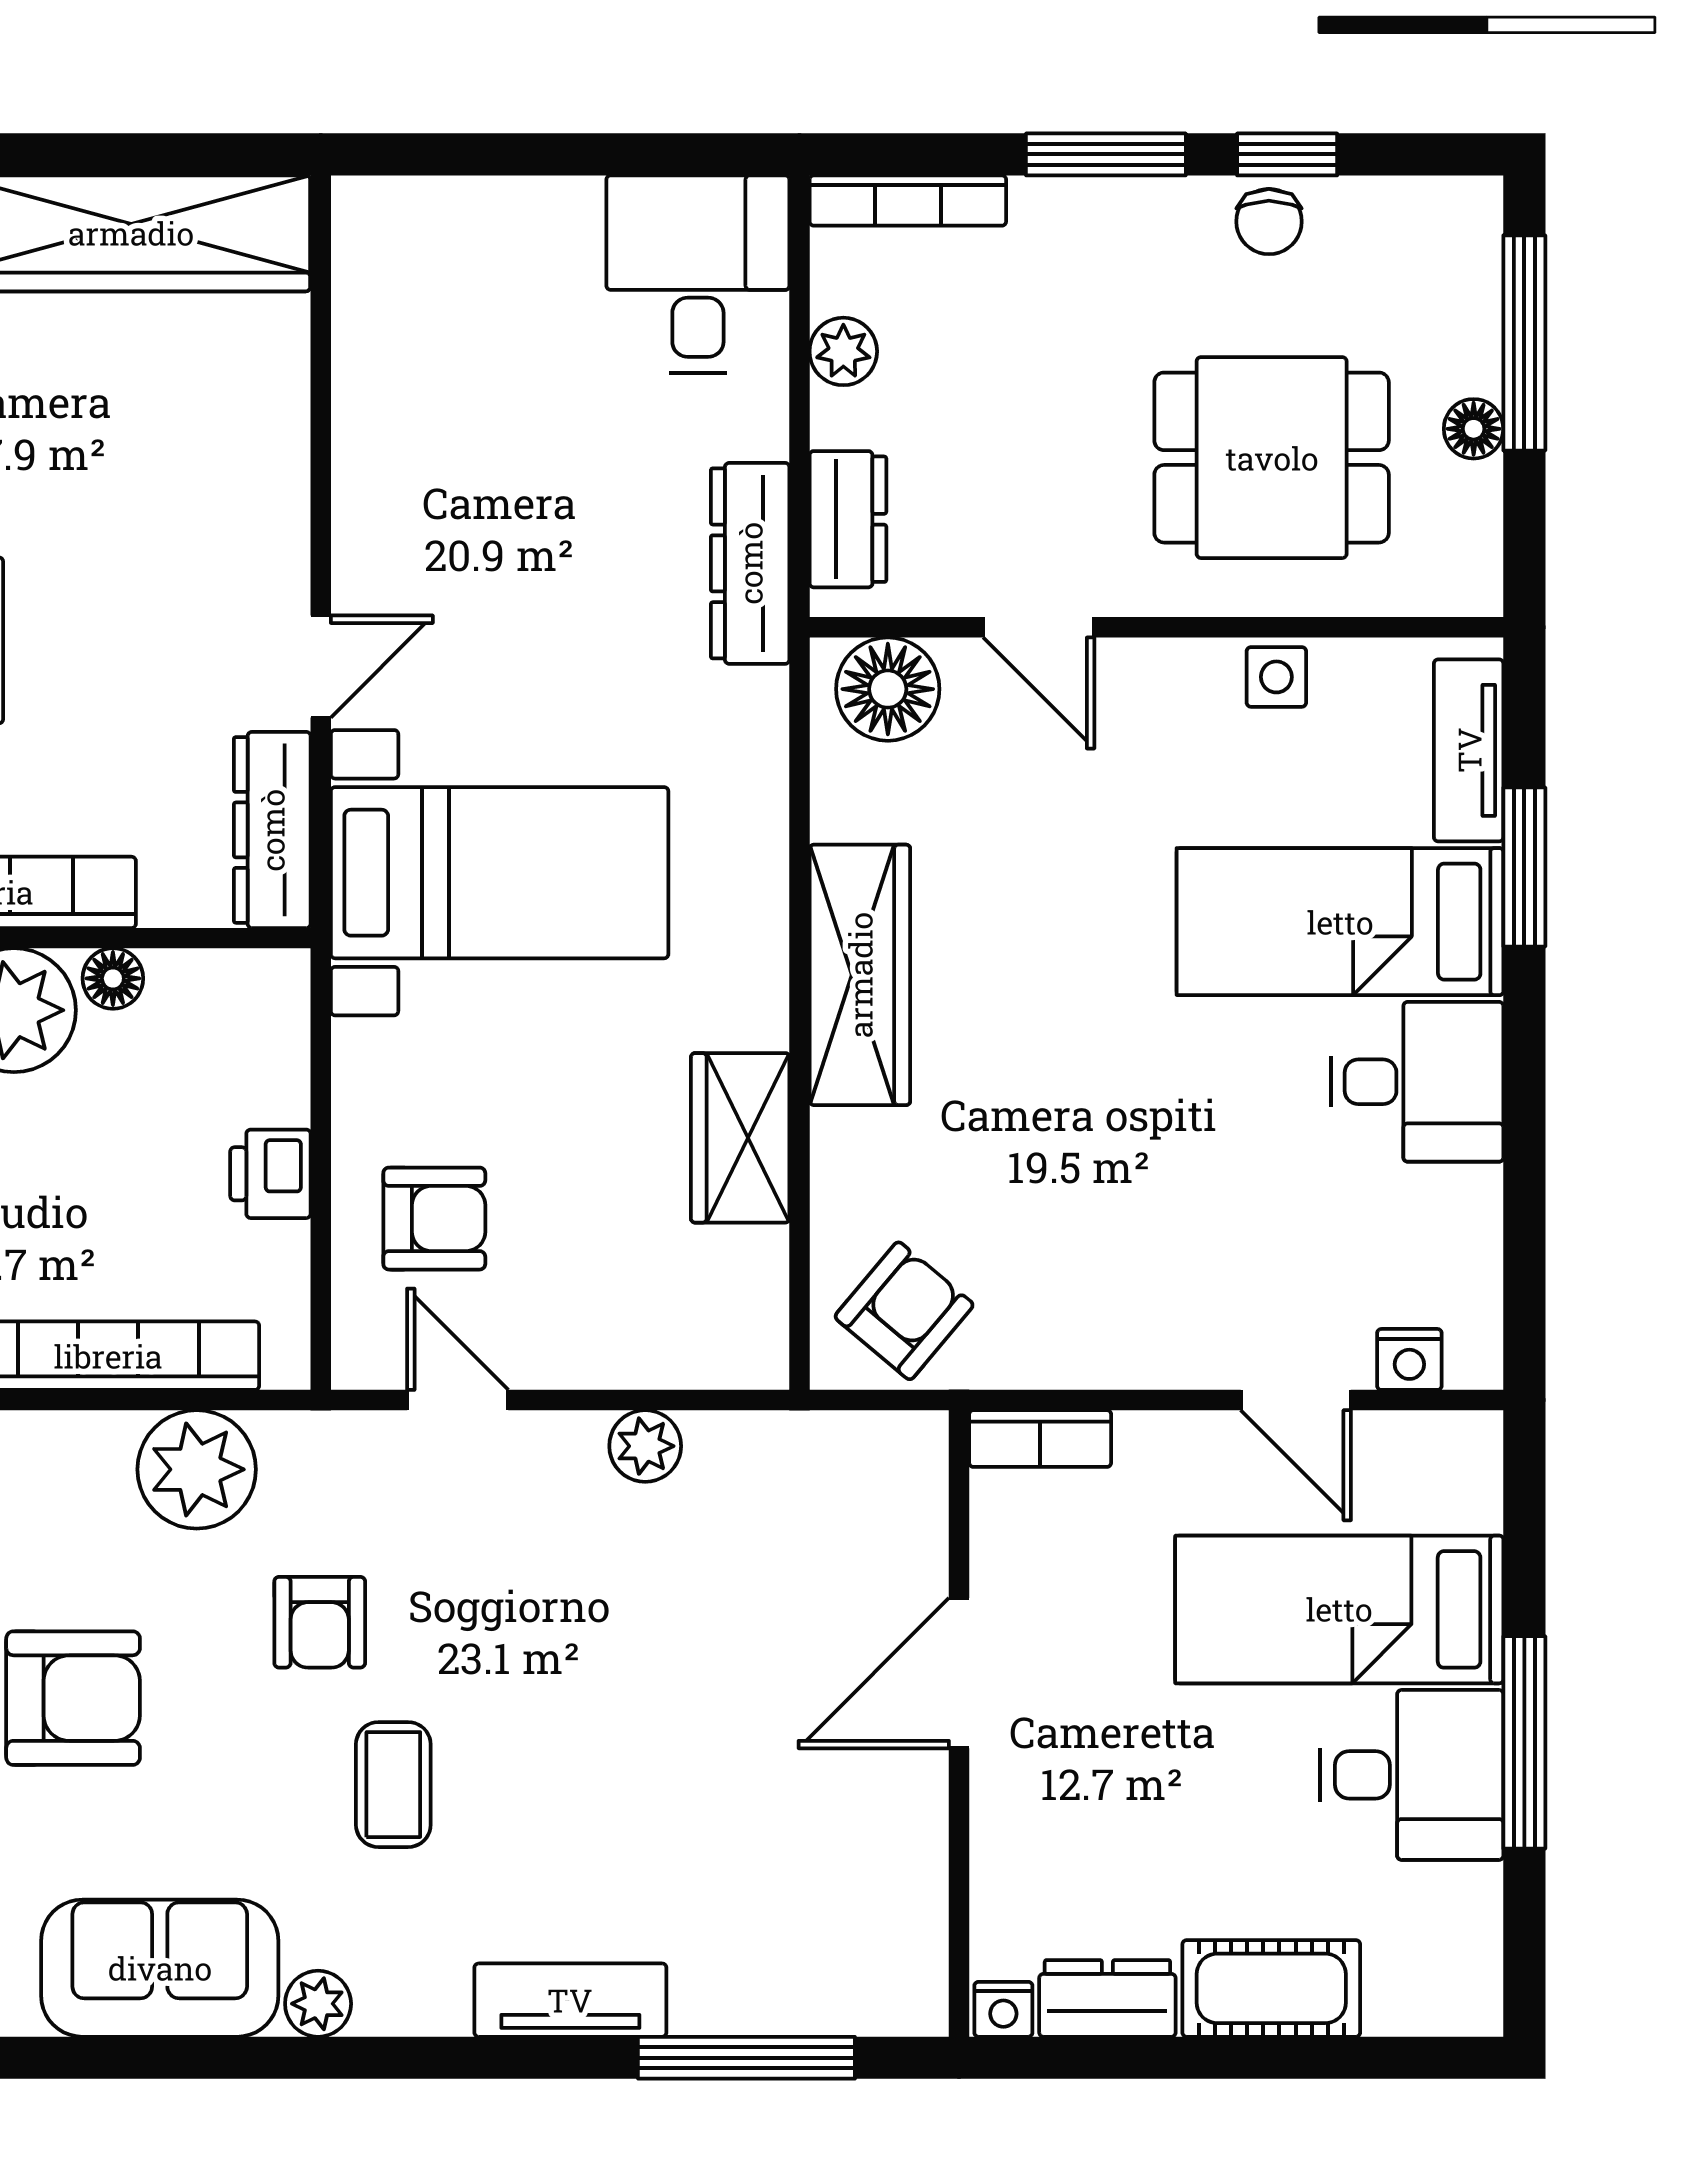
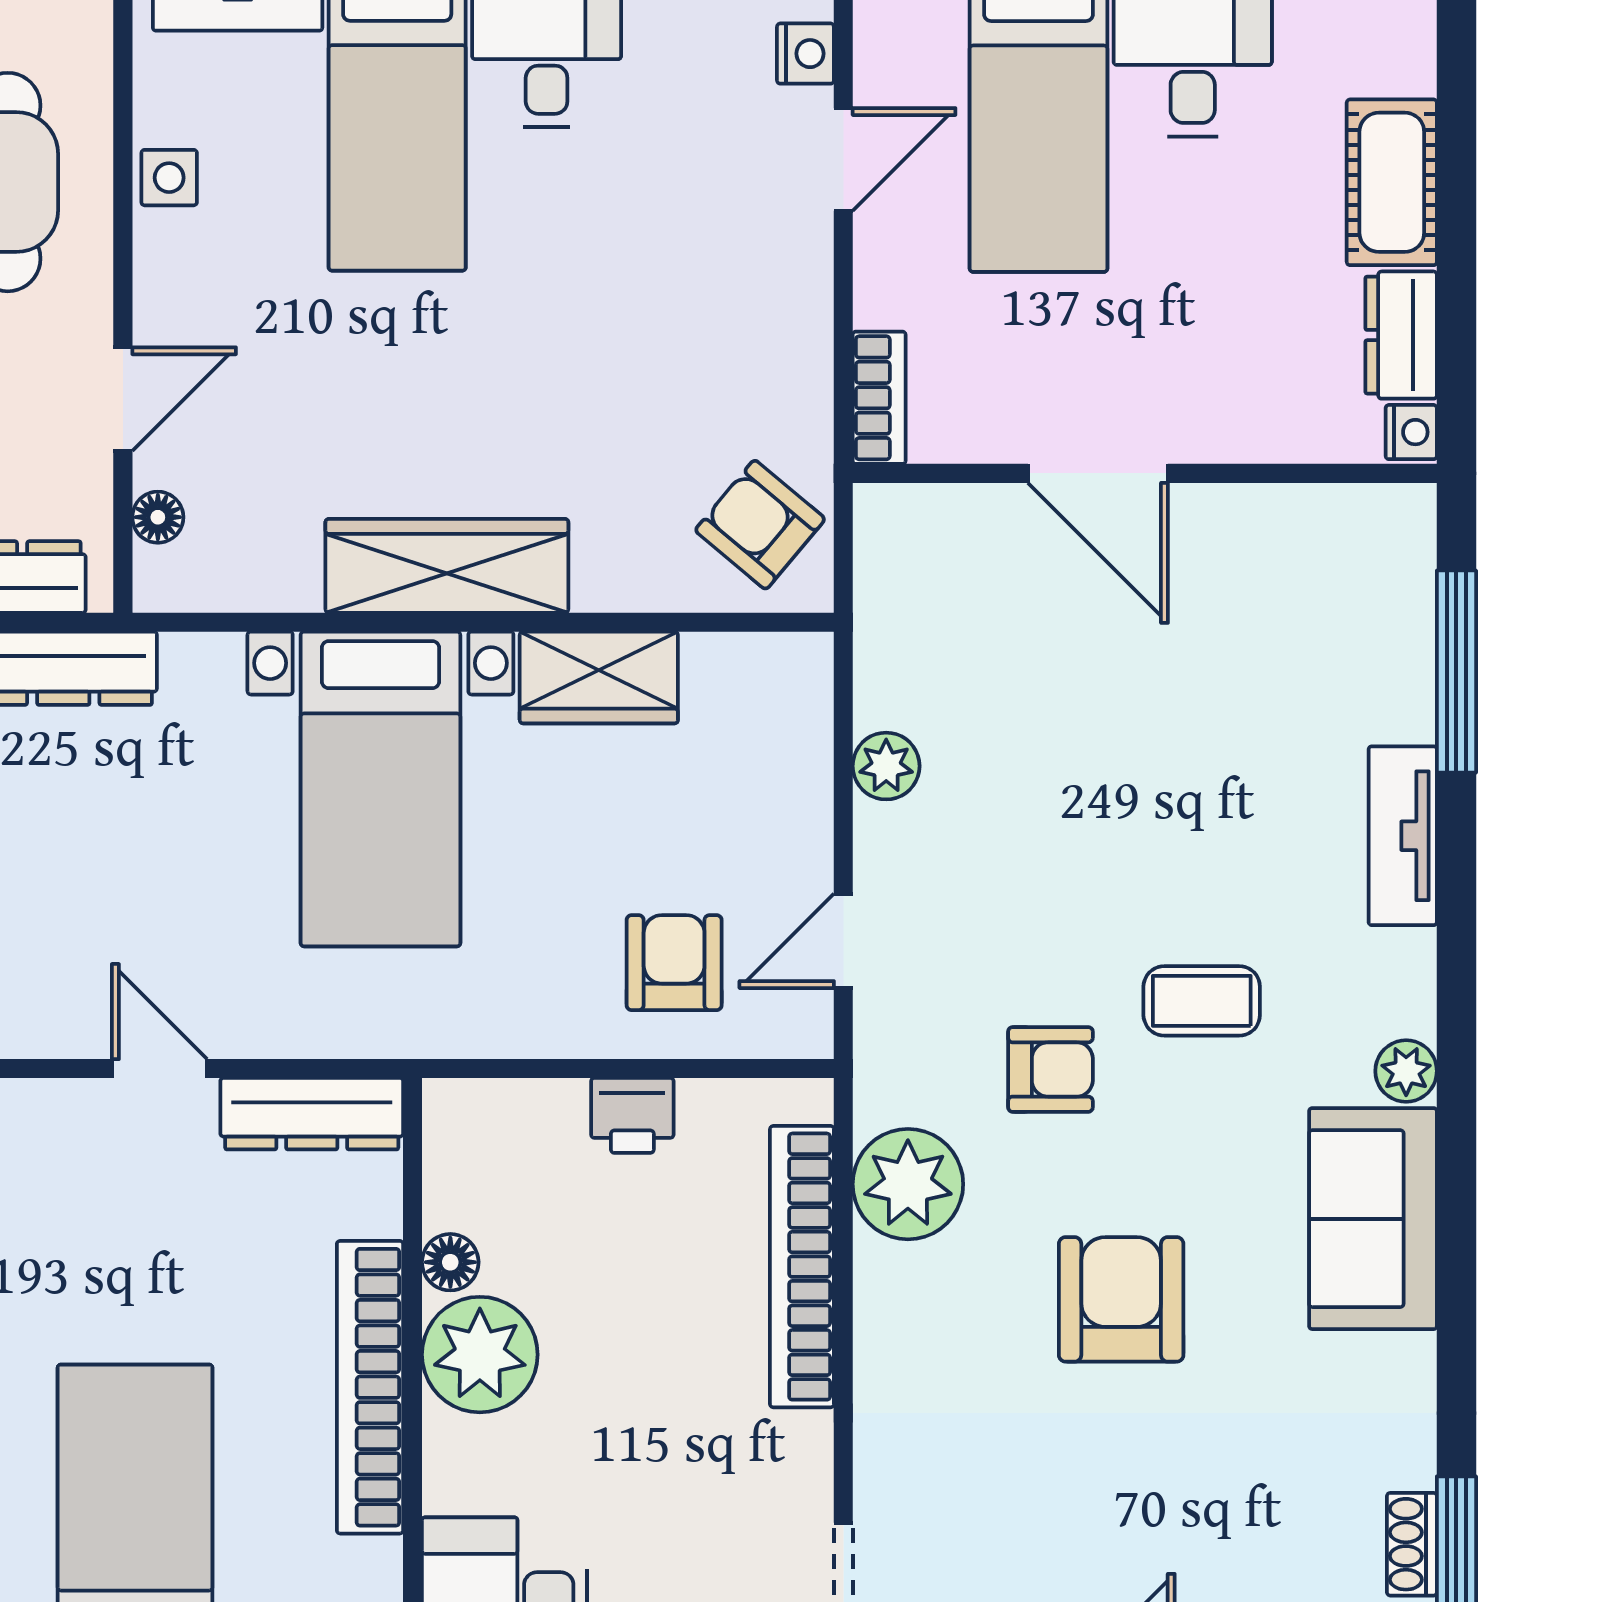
floor lamp: (888, 689) -> (158, 517), width x0.53, depth x0.53
bed with nightstands: (500, 873) -> (380, 789), moved, turned 180

